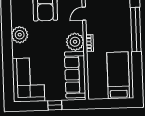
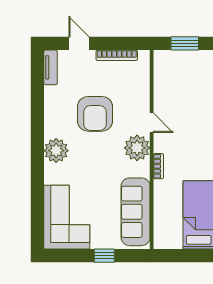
door: (84, 14) -> (152, 123), swing flipped
plant: (75, 42) -> (137, 148), moved

